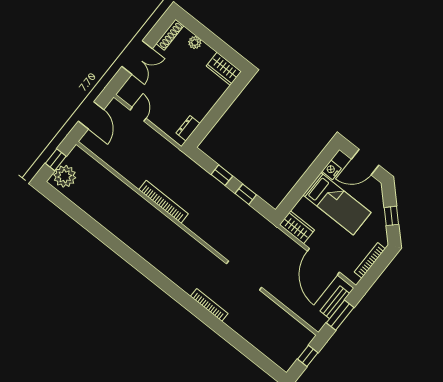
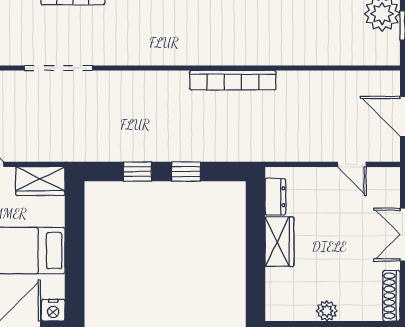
plant: (195, 43) -> (327, 311), moved
wardrobe: (224, 69) -> (279, 242), moved, turned 90
nightstand: (332, 170) -> (53, 310), moved, turned 90

